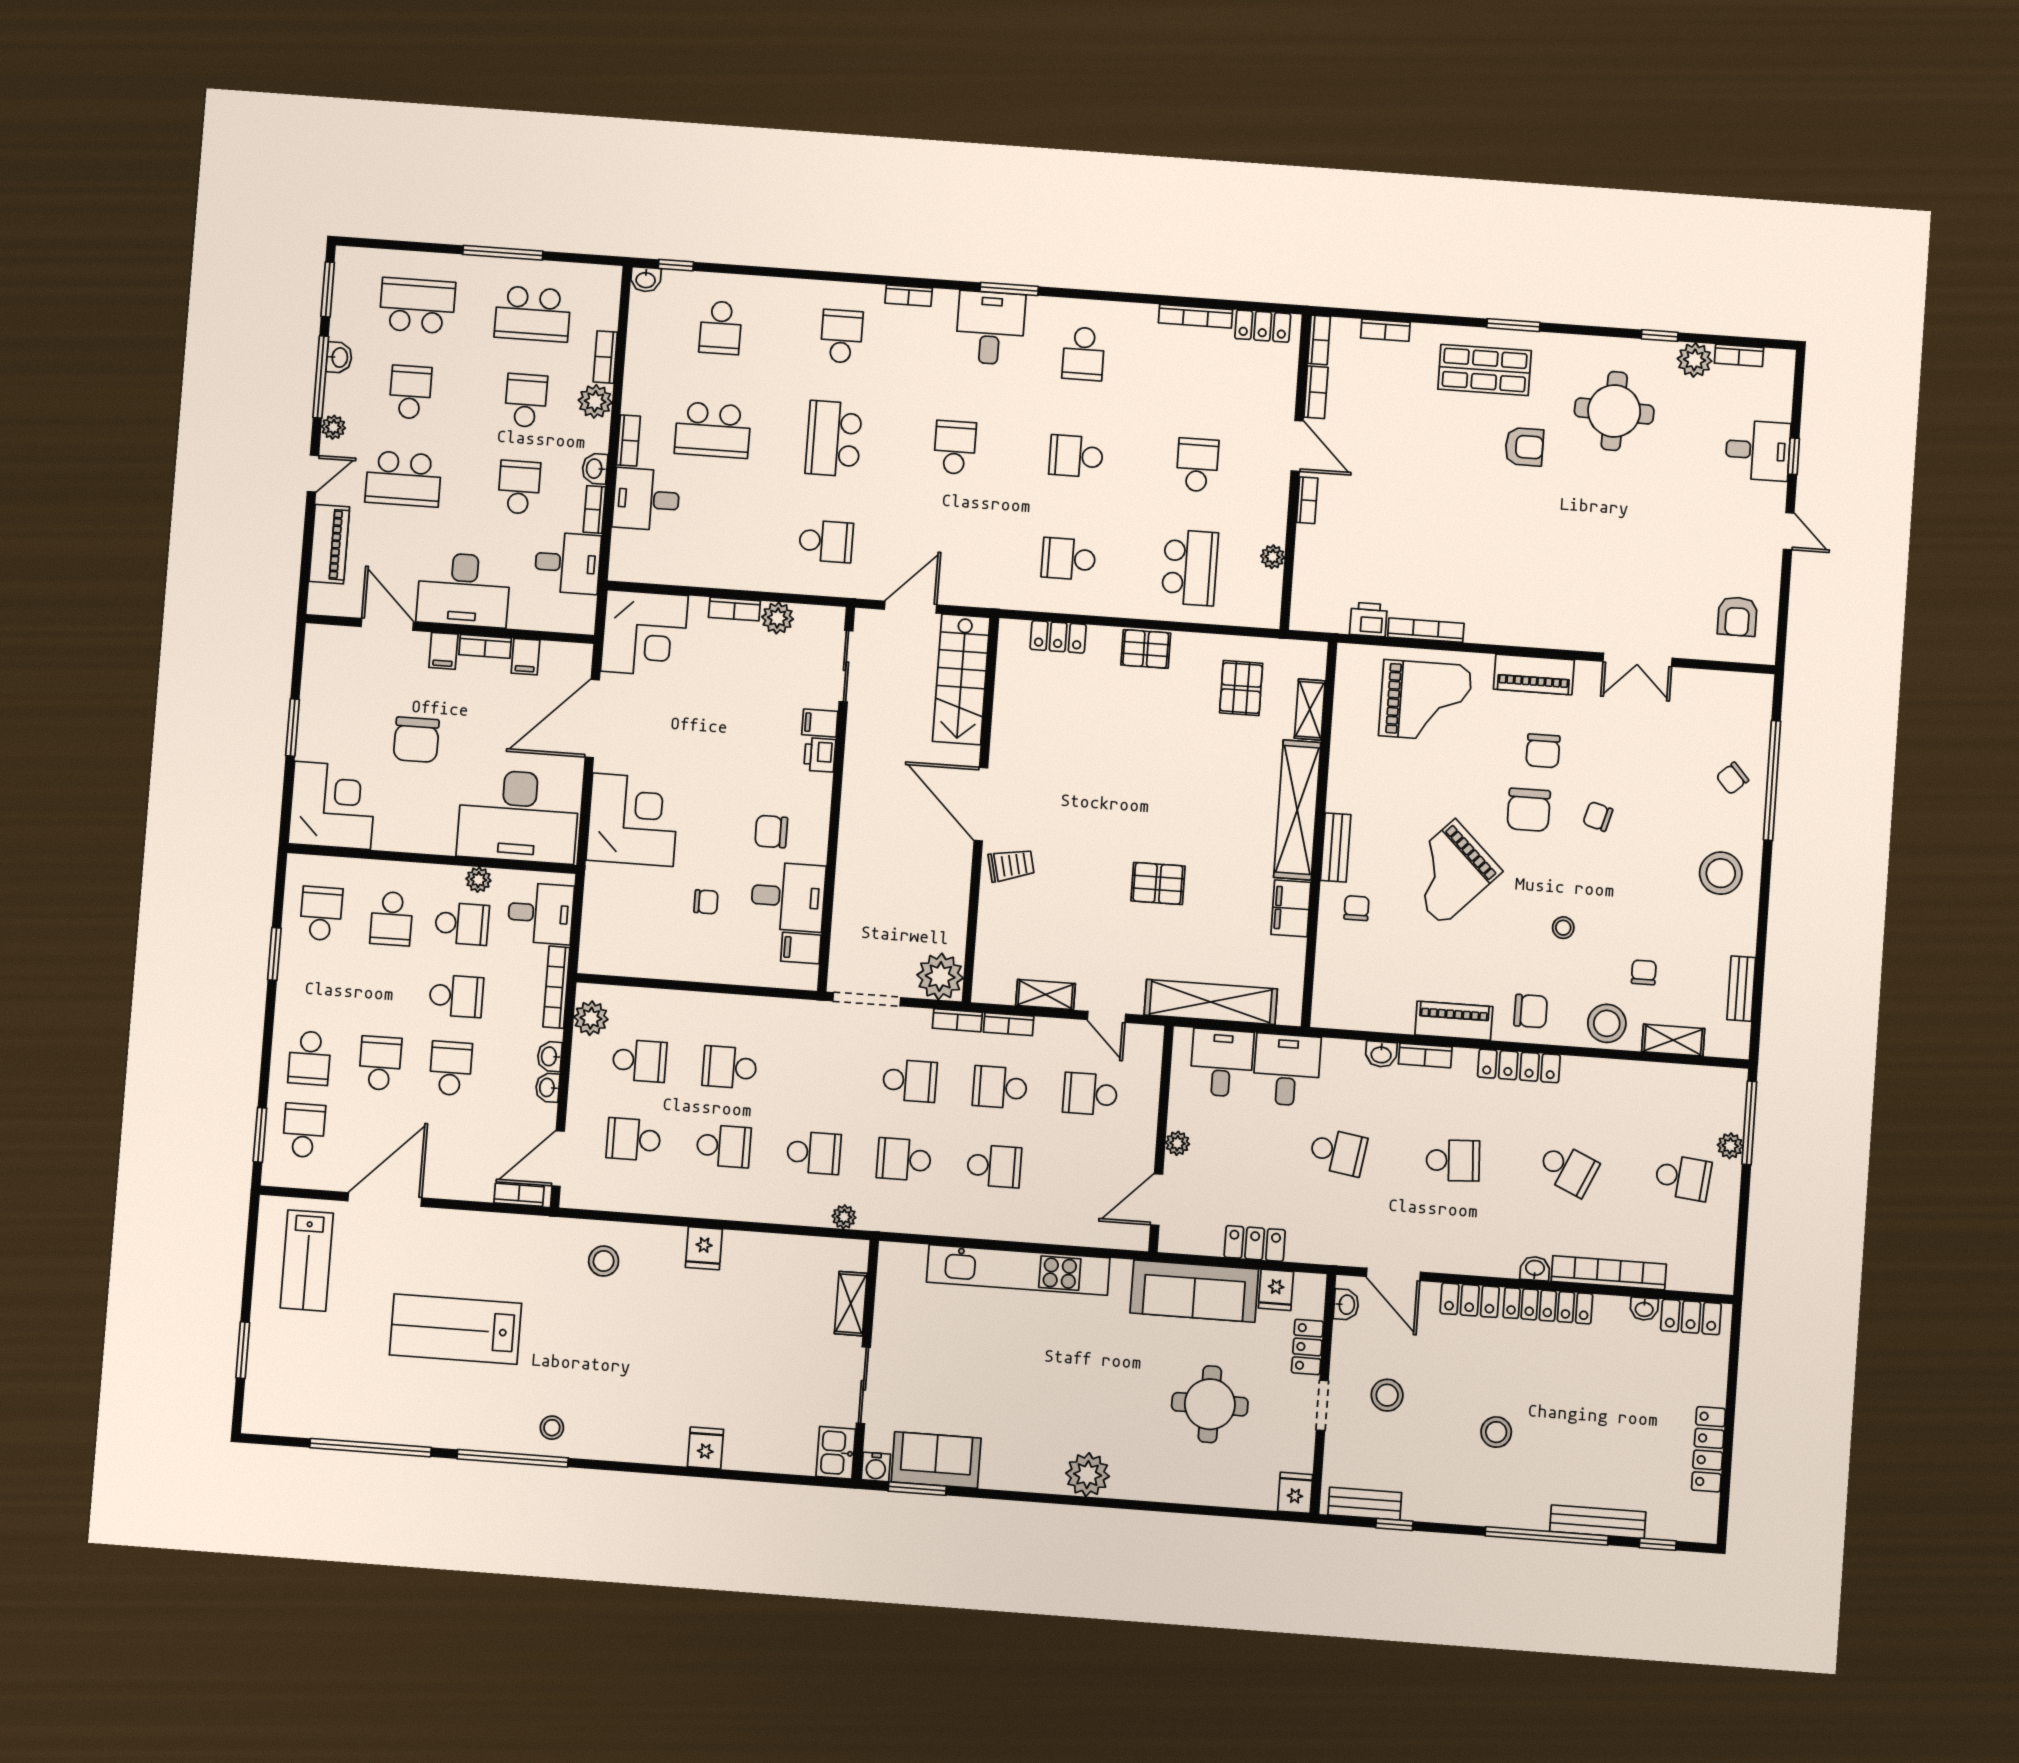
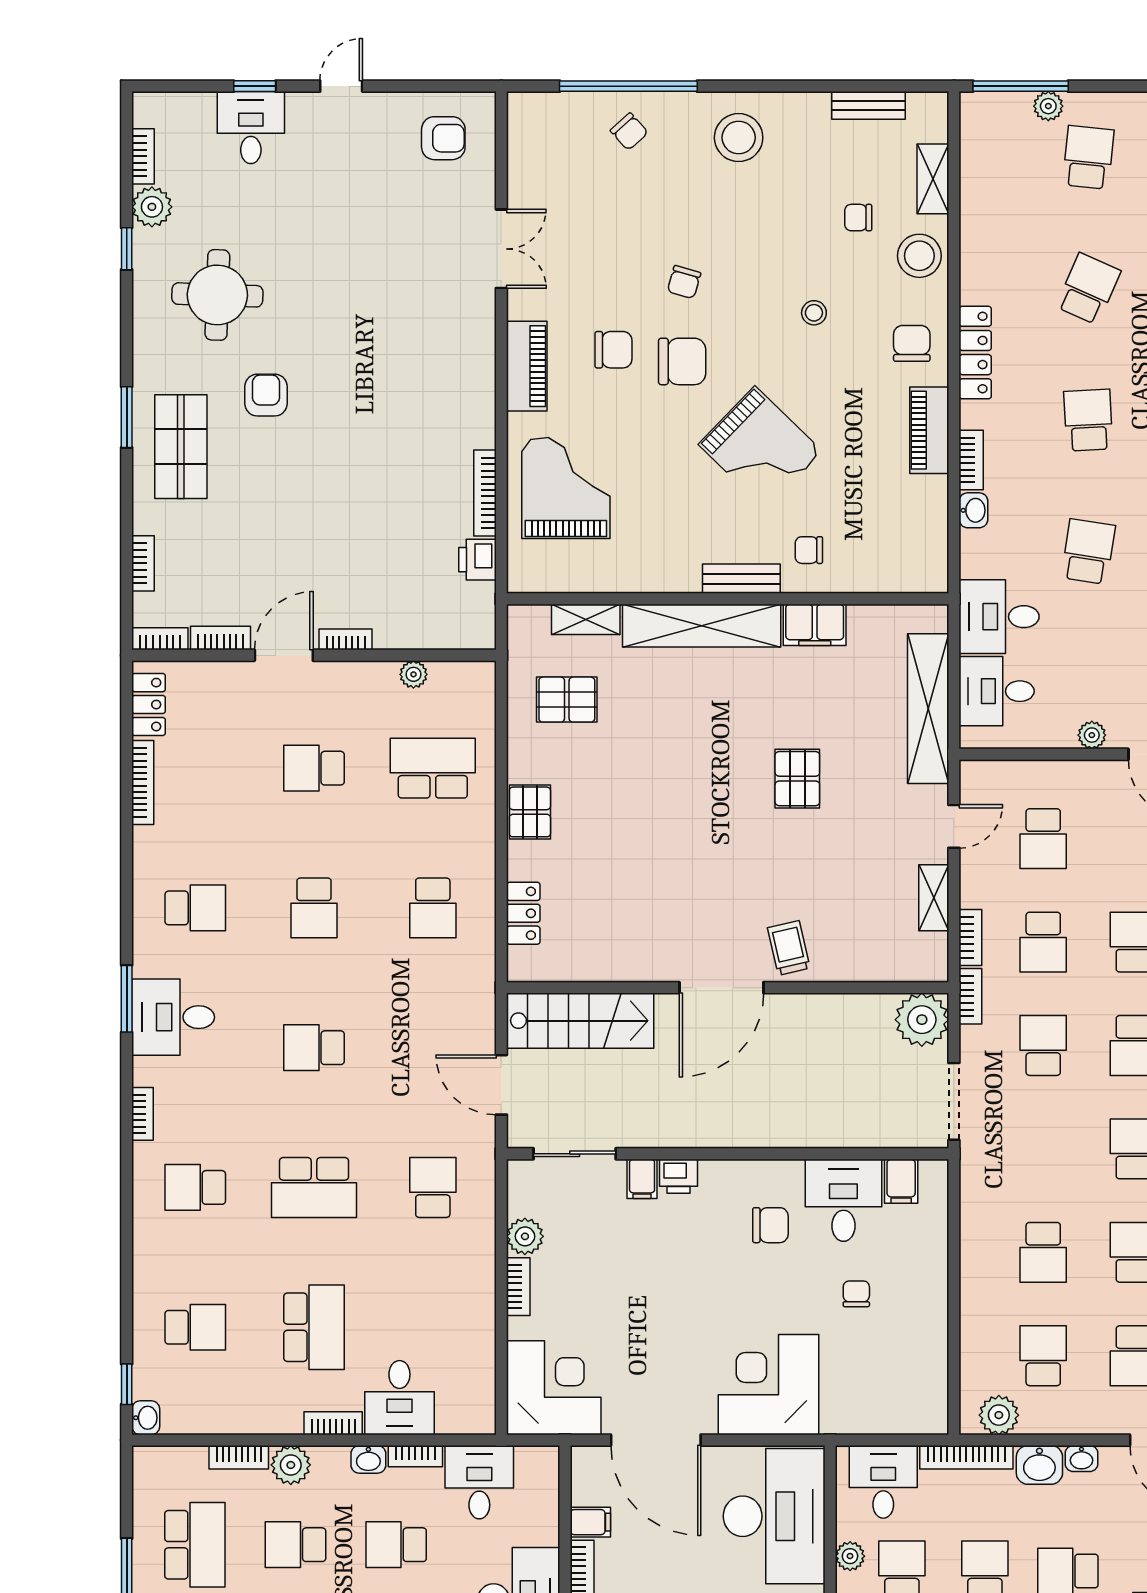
chair: (771, 832) -> (770, 1225), turned -90
washbasin: (550, 1056) -> (1039, 1465), width x1.38, depth x1.45

